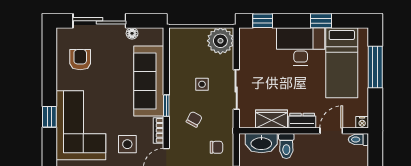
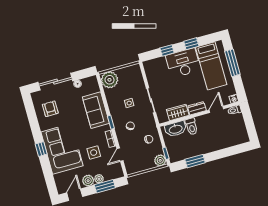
window: (263, 21) -> (167, 50), moved
plant: (220, 41) -> (109, 80), moved
sofa: (149, 81) -> (96, 110), width x0.73

